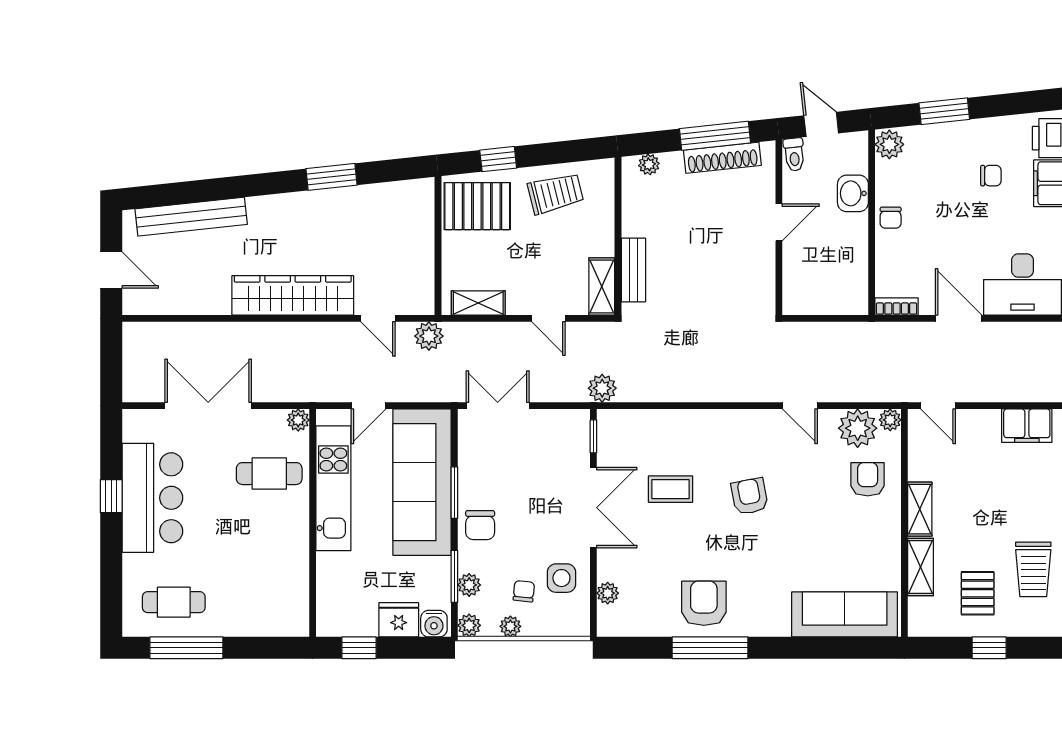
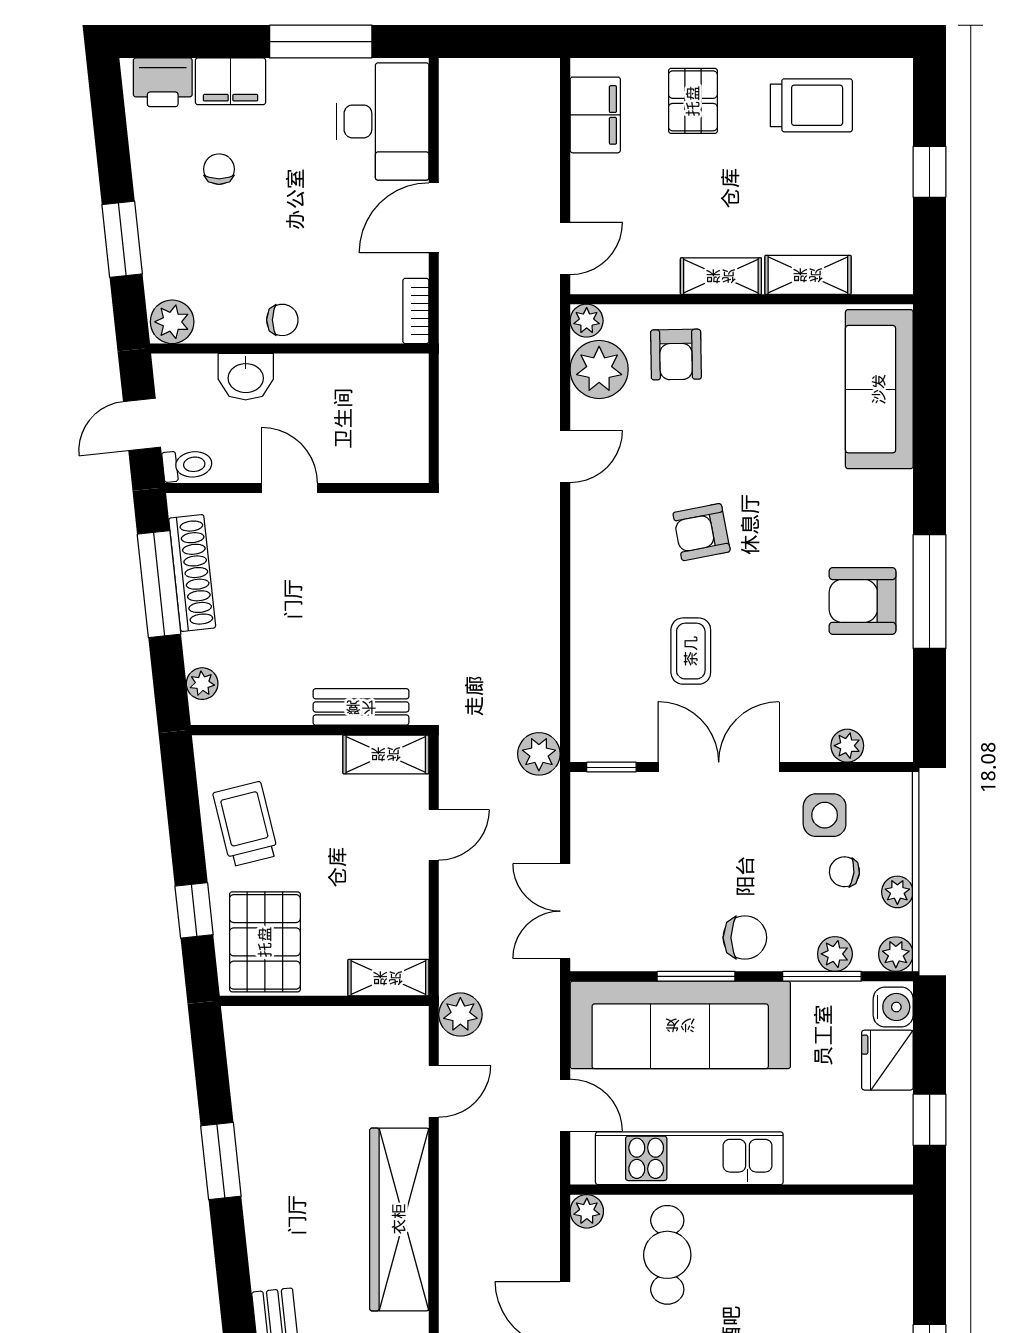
shelving: (478, 303) -> (388, 978), moved, turned 90
armchair: (868, 479) -> (676, 355), turned -91
pallet: (978, 593) -> (693, 101), moved, turned 90

